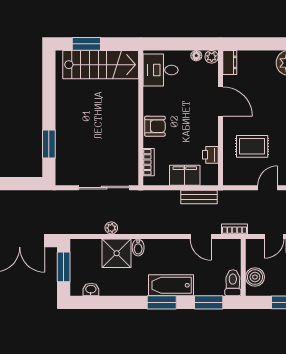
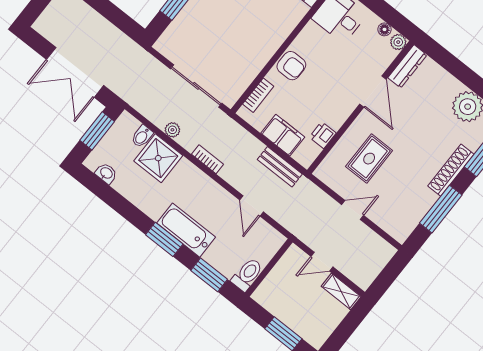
dresser: (230, 62) -> (407, 66), width x1.44
rug: (252, 146) -> (369, 159), turned 90
bookcase: (235, 229) -> (207, 159), moved
bidet: (138, 248) -> (142, 136), moved
boiler: (255, 277) -> (273, 286), removed

